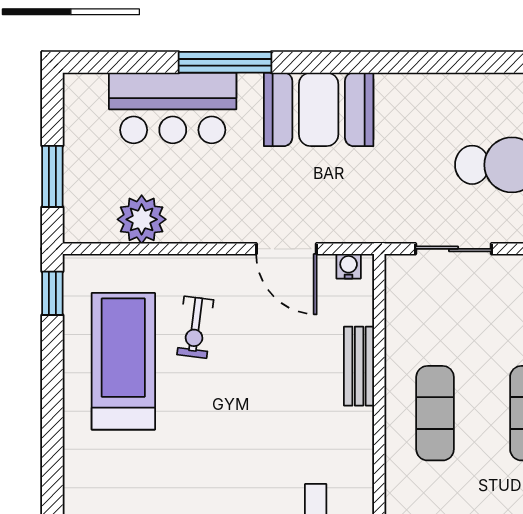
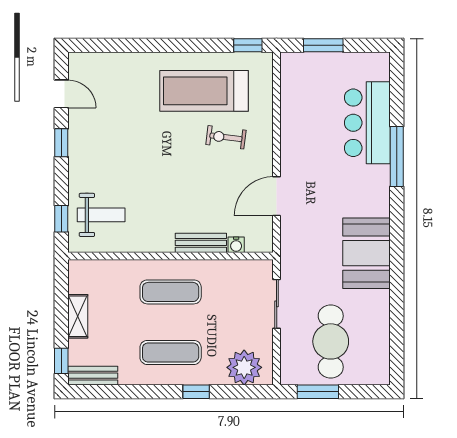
booth: (319, 109) -> (366, 253), moved
plant: (142, 219) -> (296, 103), removed
water cooler: (349, 266) -> (236, 245), moved, turned 90
treadmill: (123, 361) -> (204, 91), turned 180

